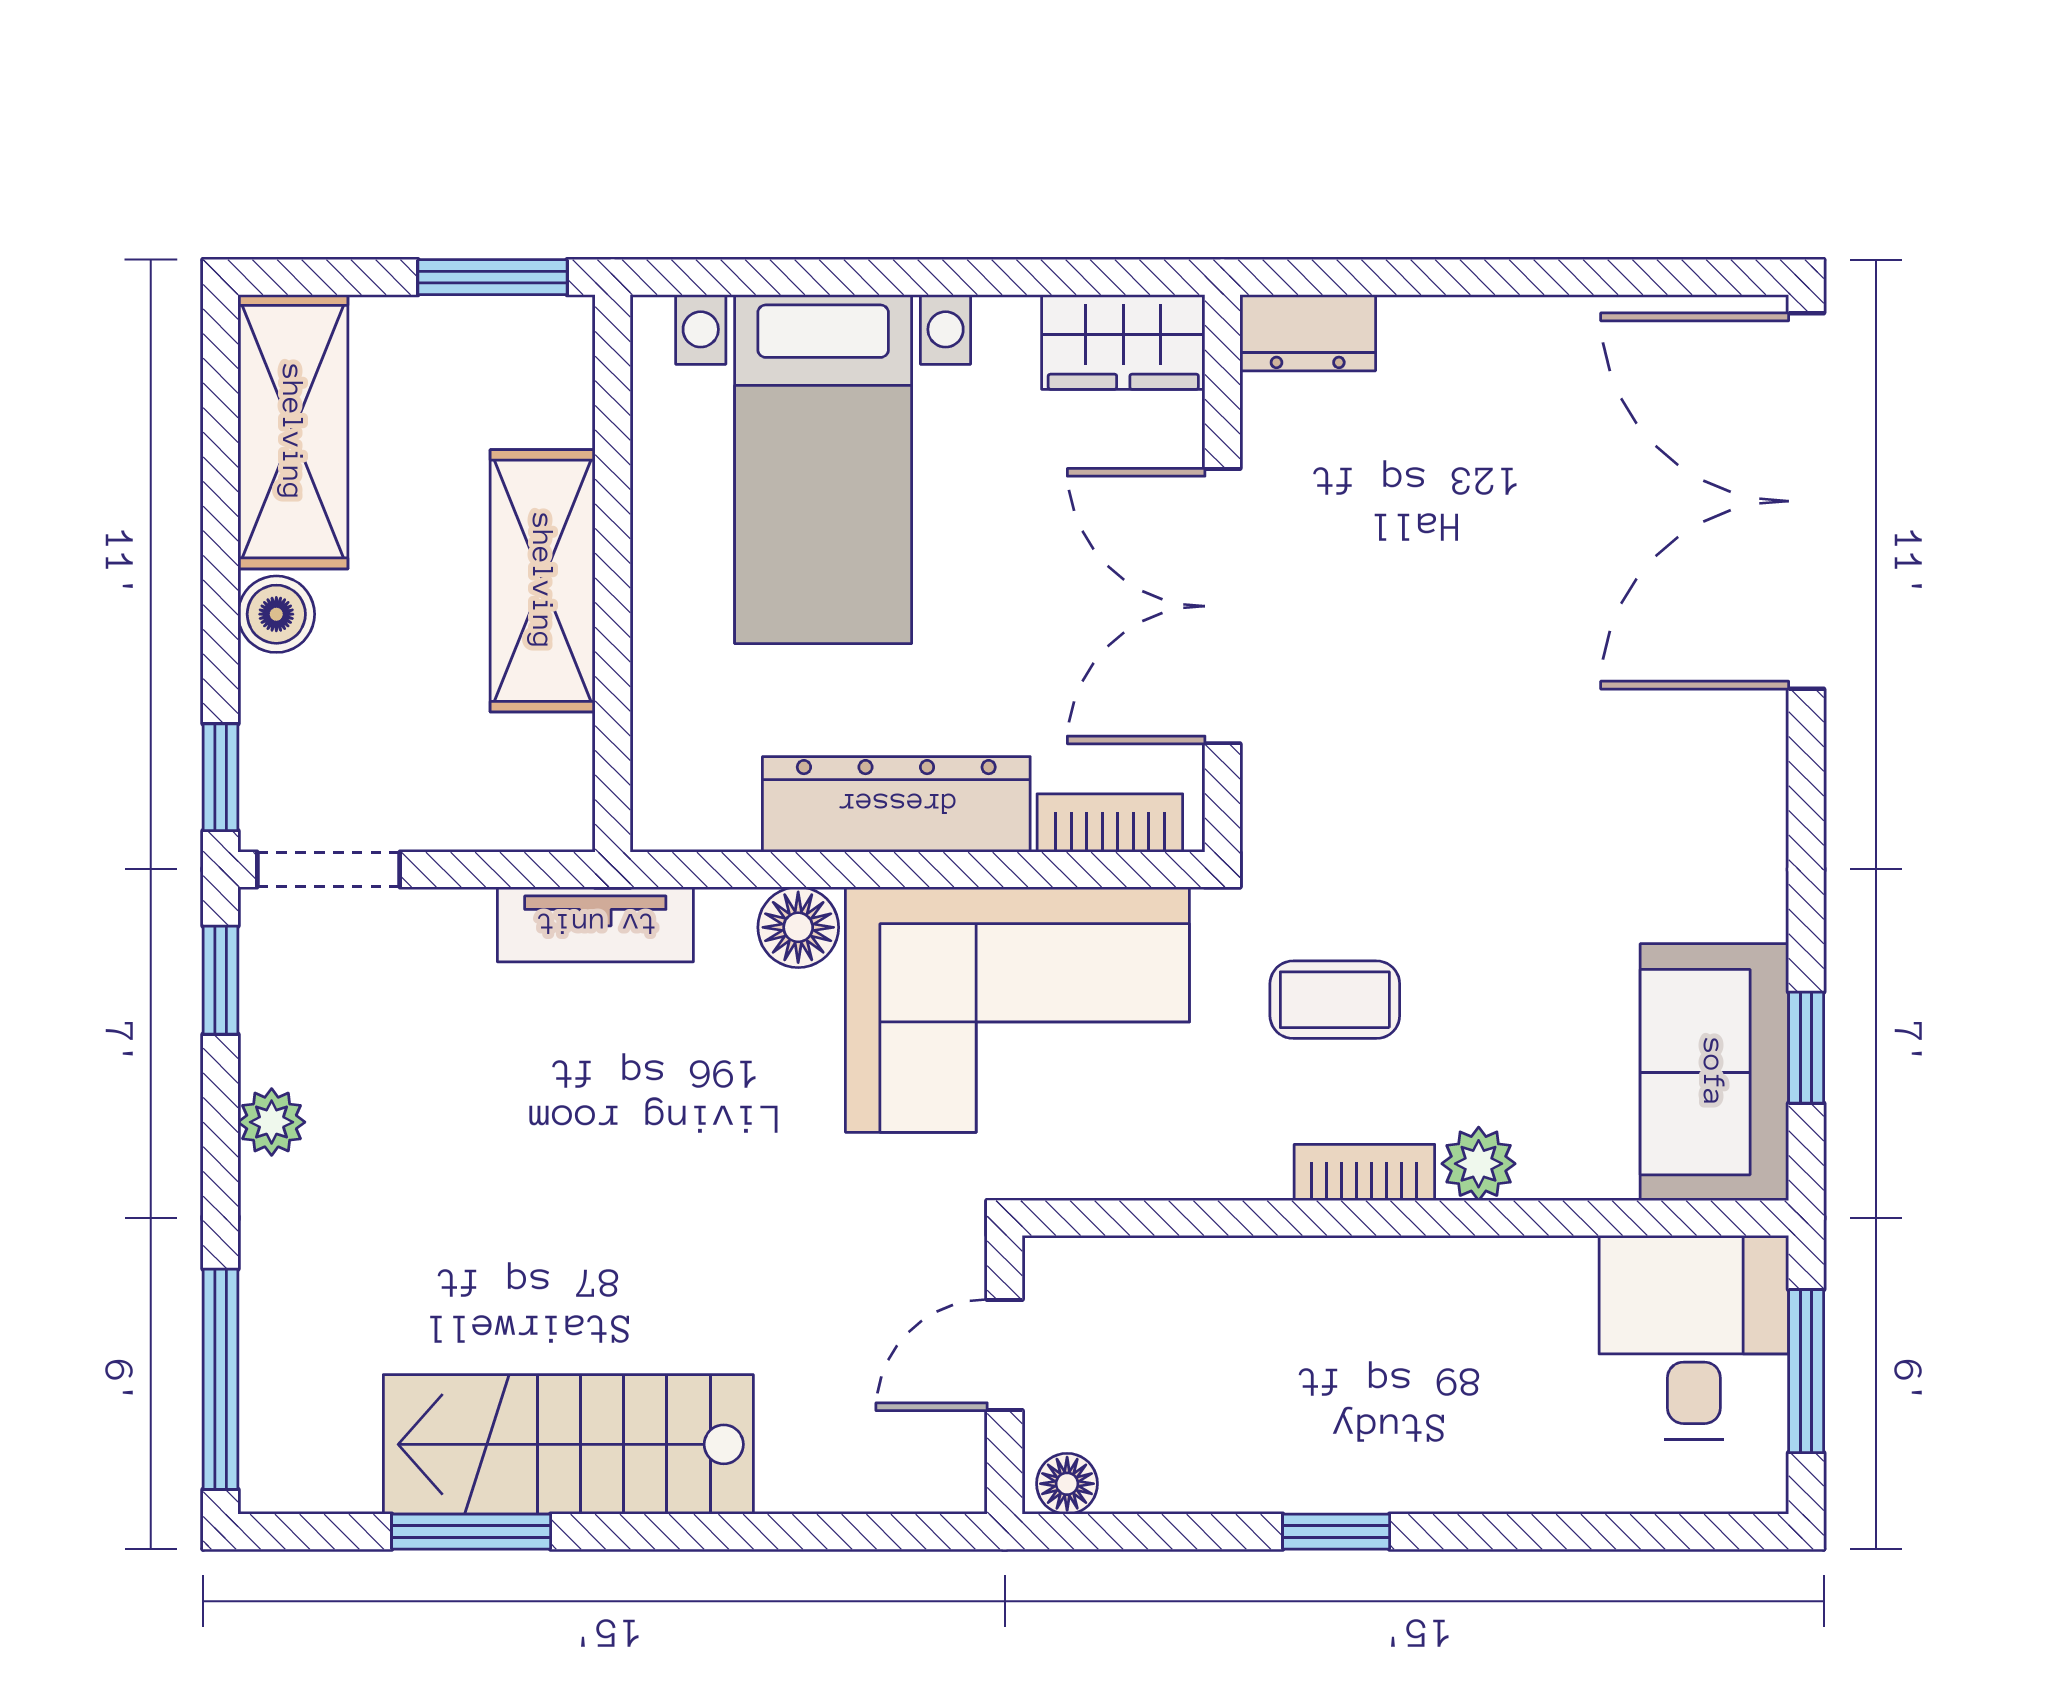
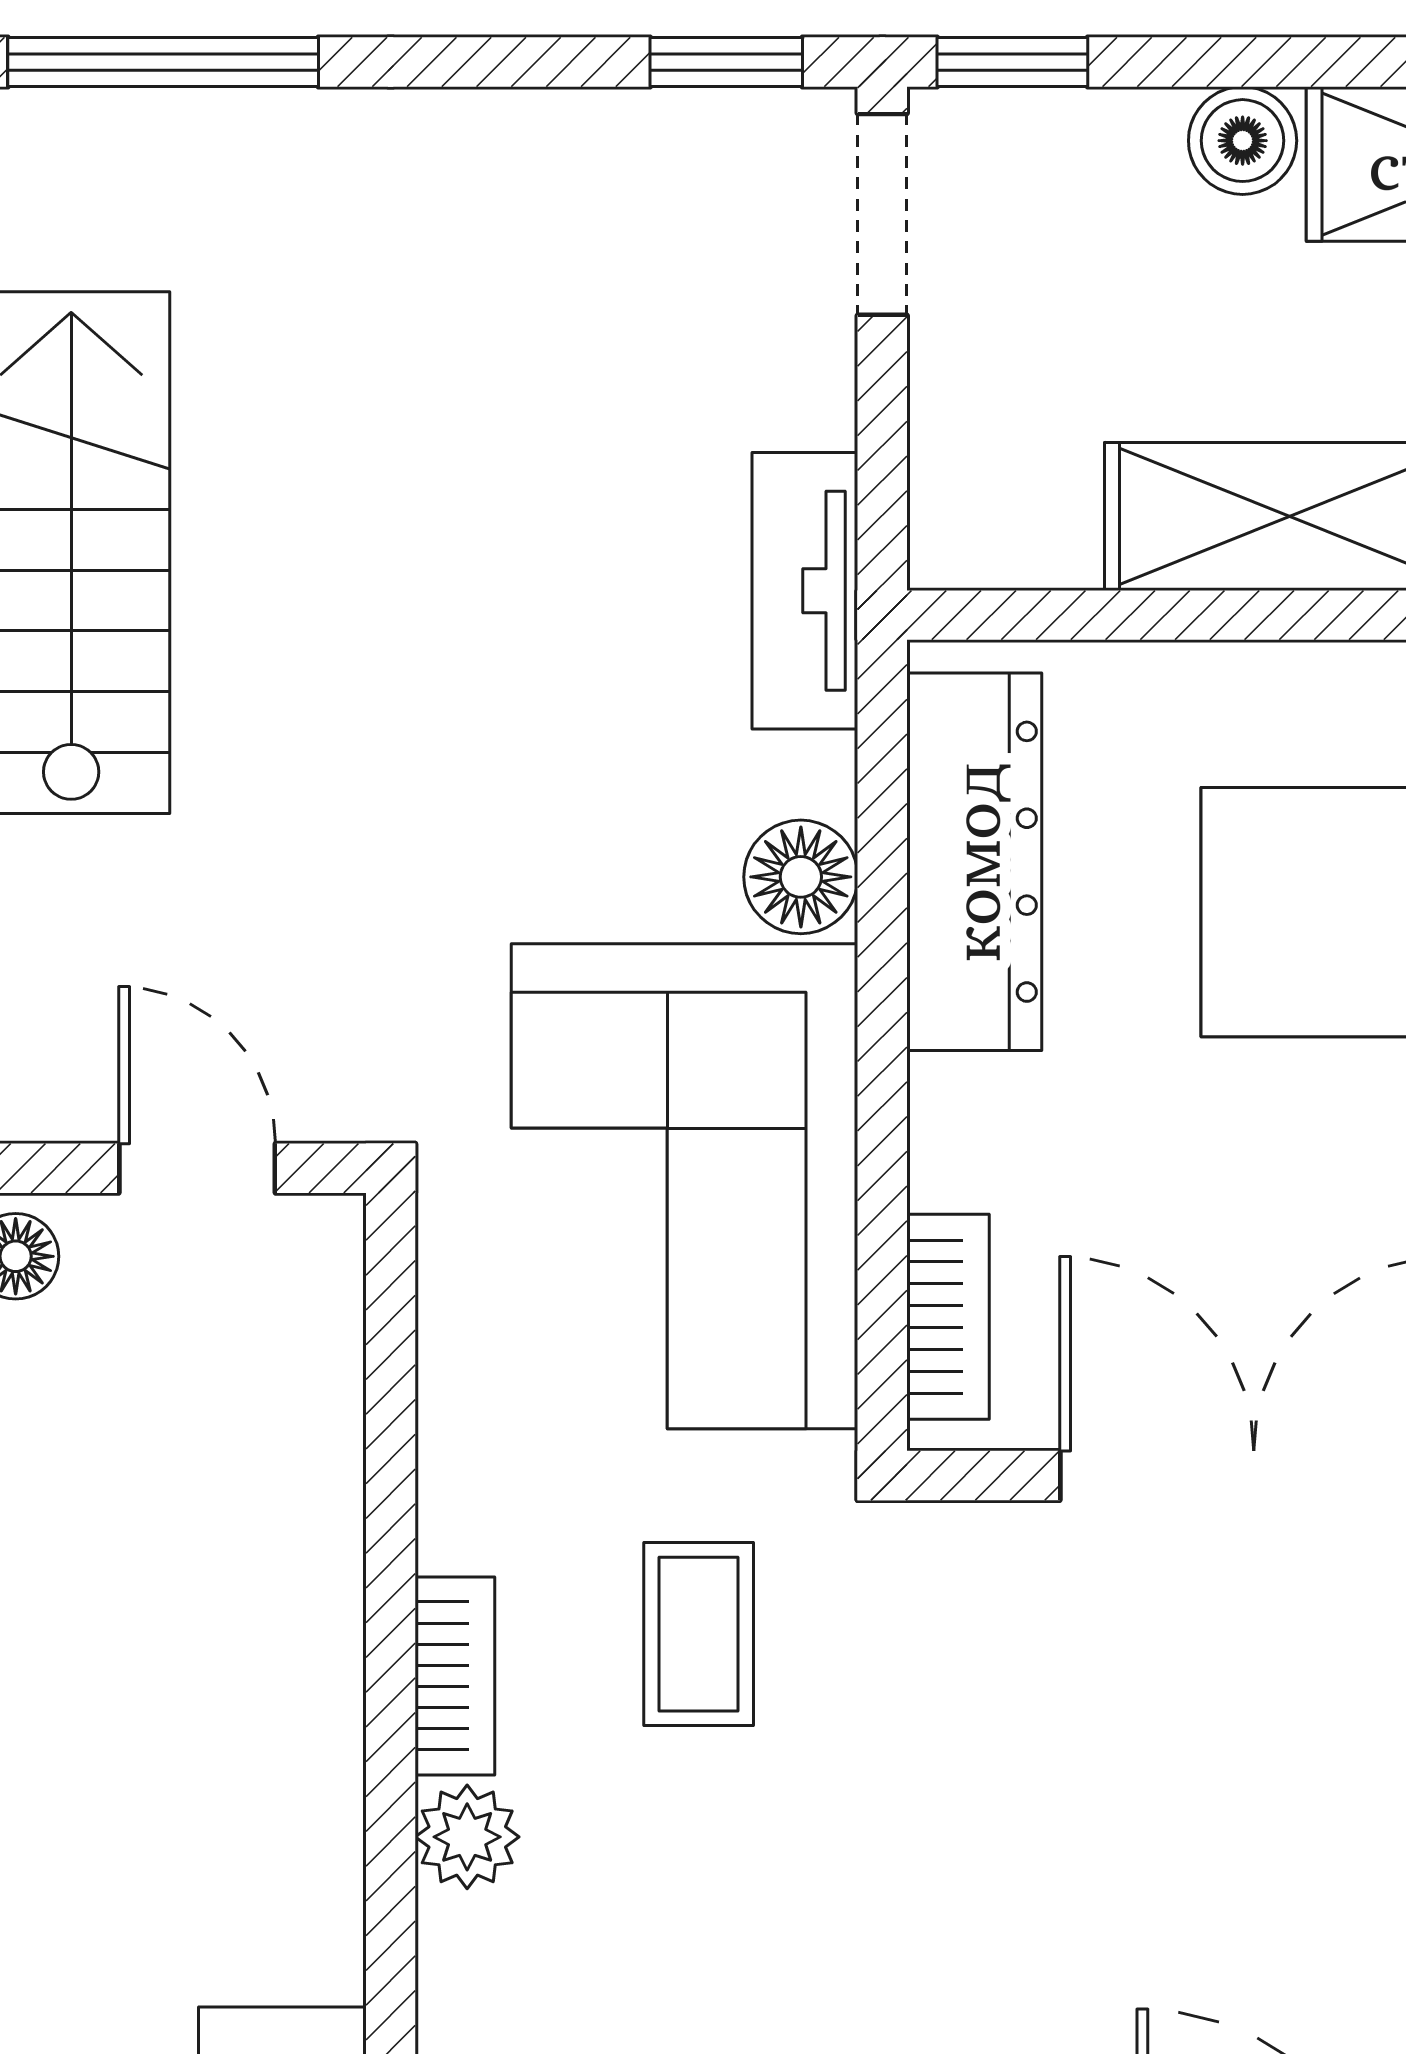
dresser: (896, 804) -> (974, 862), moved
plant: (272, 1122) -> (526, 134), removed

